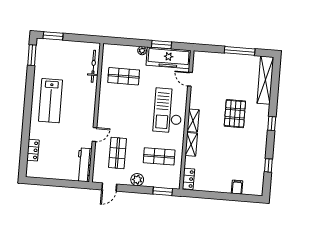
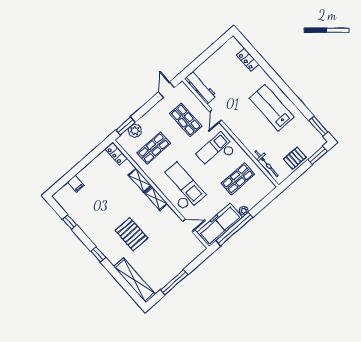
window: (161, 45) -> (234, 229), width x2.11
pallet: (70, 50) -> (295, 158), added
checkout: (119, 110) -> (216, 152), added
plant: (137, 180) -> (135, 131), moved

